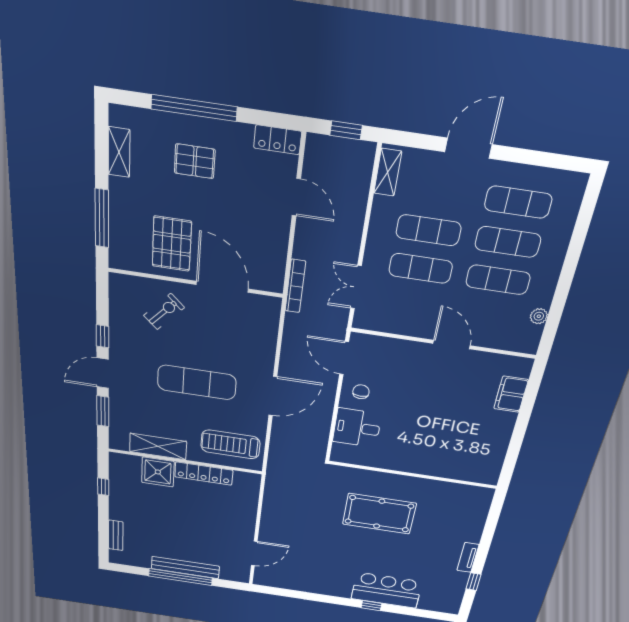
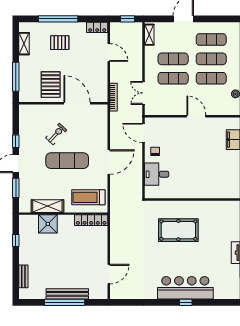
exercise bike: (164, 312) -> (56, 134), moved
locker: (204, 474) -> (91, 220), moved
bar counter: (387, 590) -> (185, 288), width x1.36

